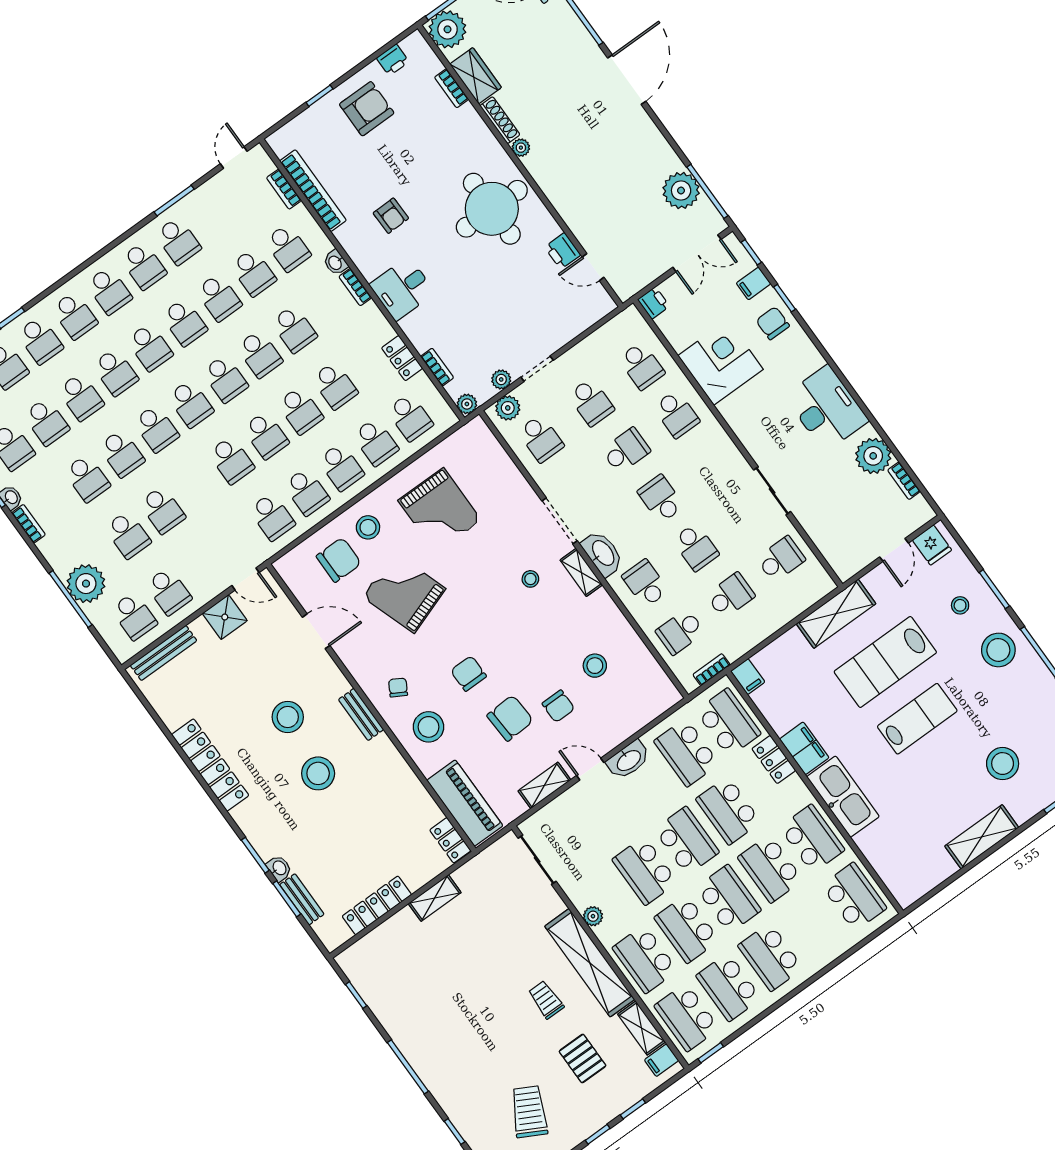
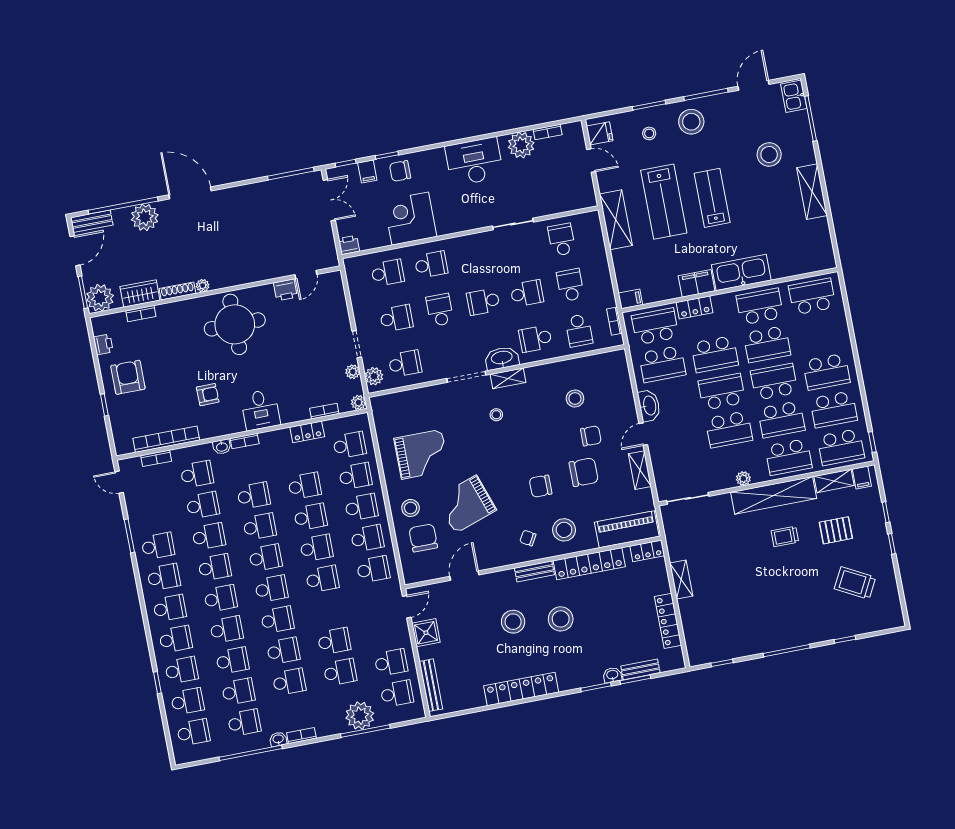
plant: (681, 191) -> (145, 217), moved
chair: (510, 718) -> (584, 472), turned 93
locker: (402, 777) -> (589, 564), added

